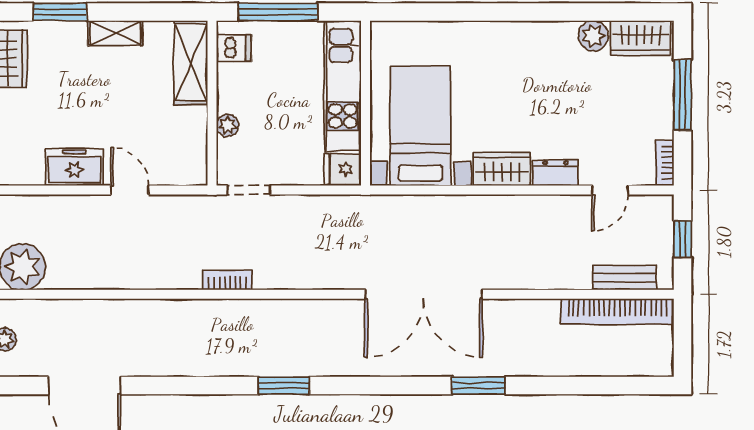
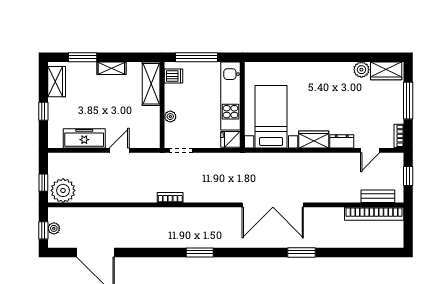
freezer: (74, 167) -> (84, 138), width x1.40
door: (130, 190) -> (119, 150), hinge flipped

